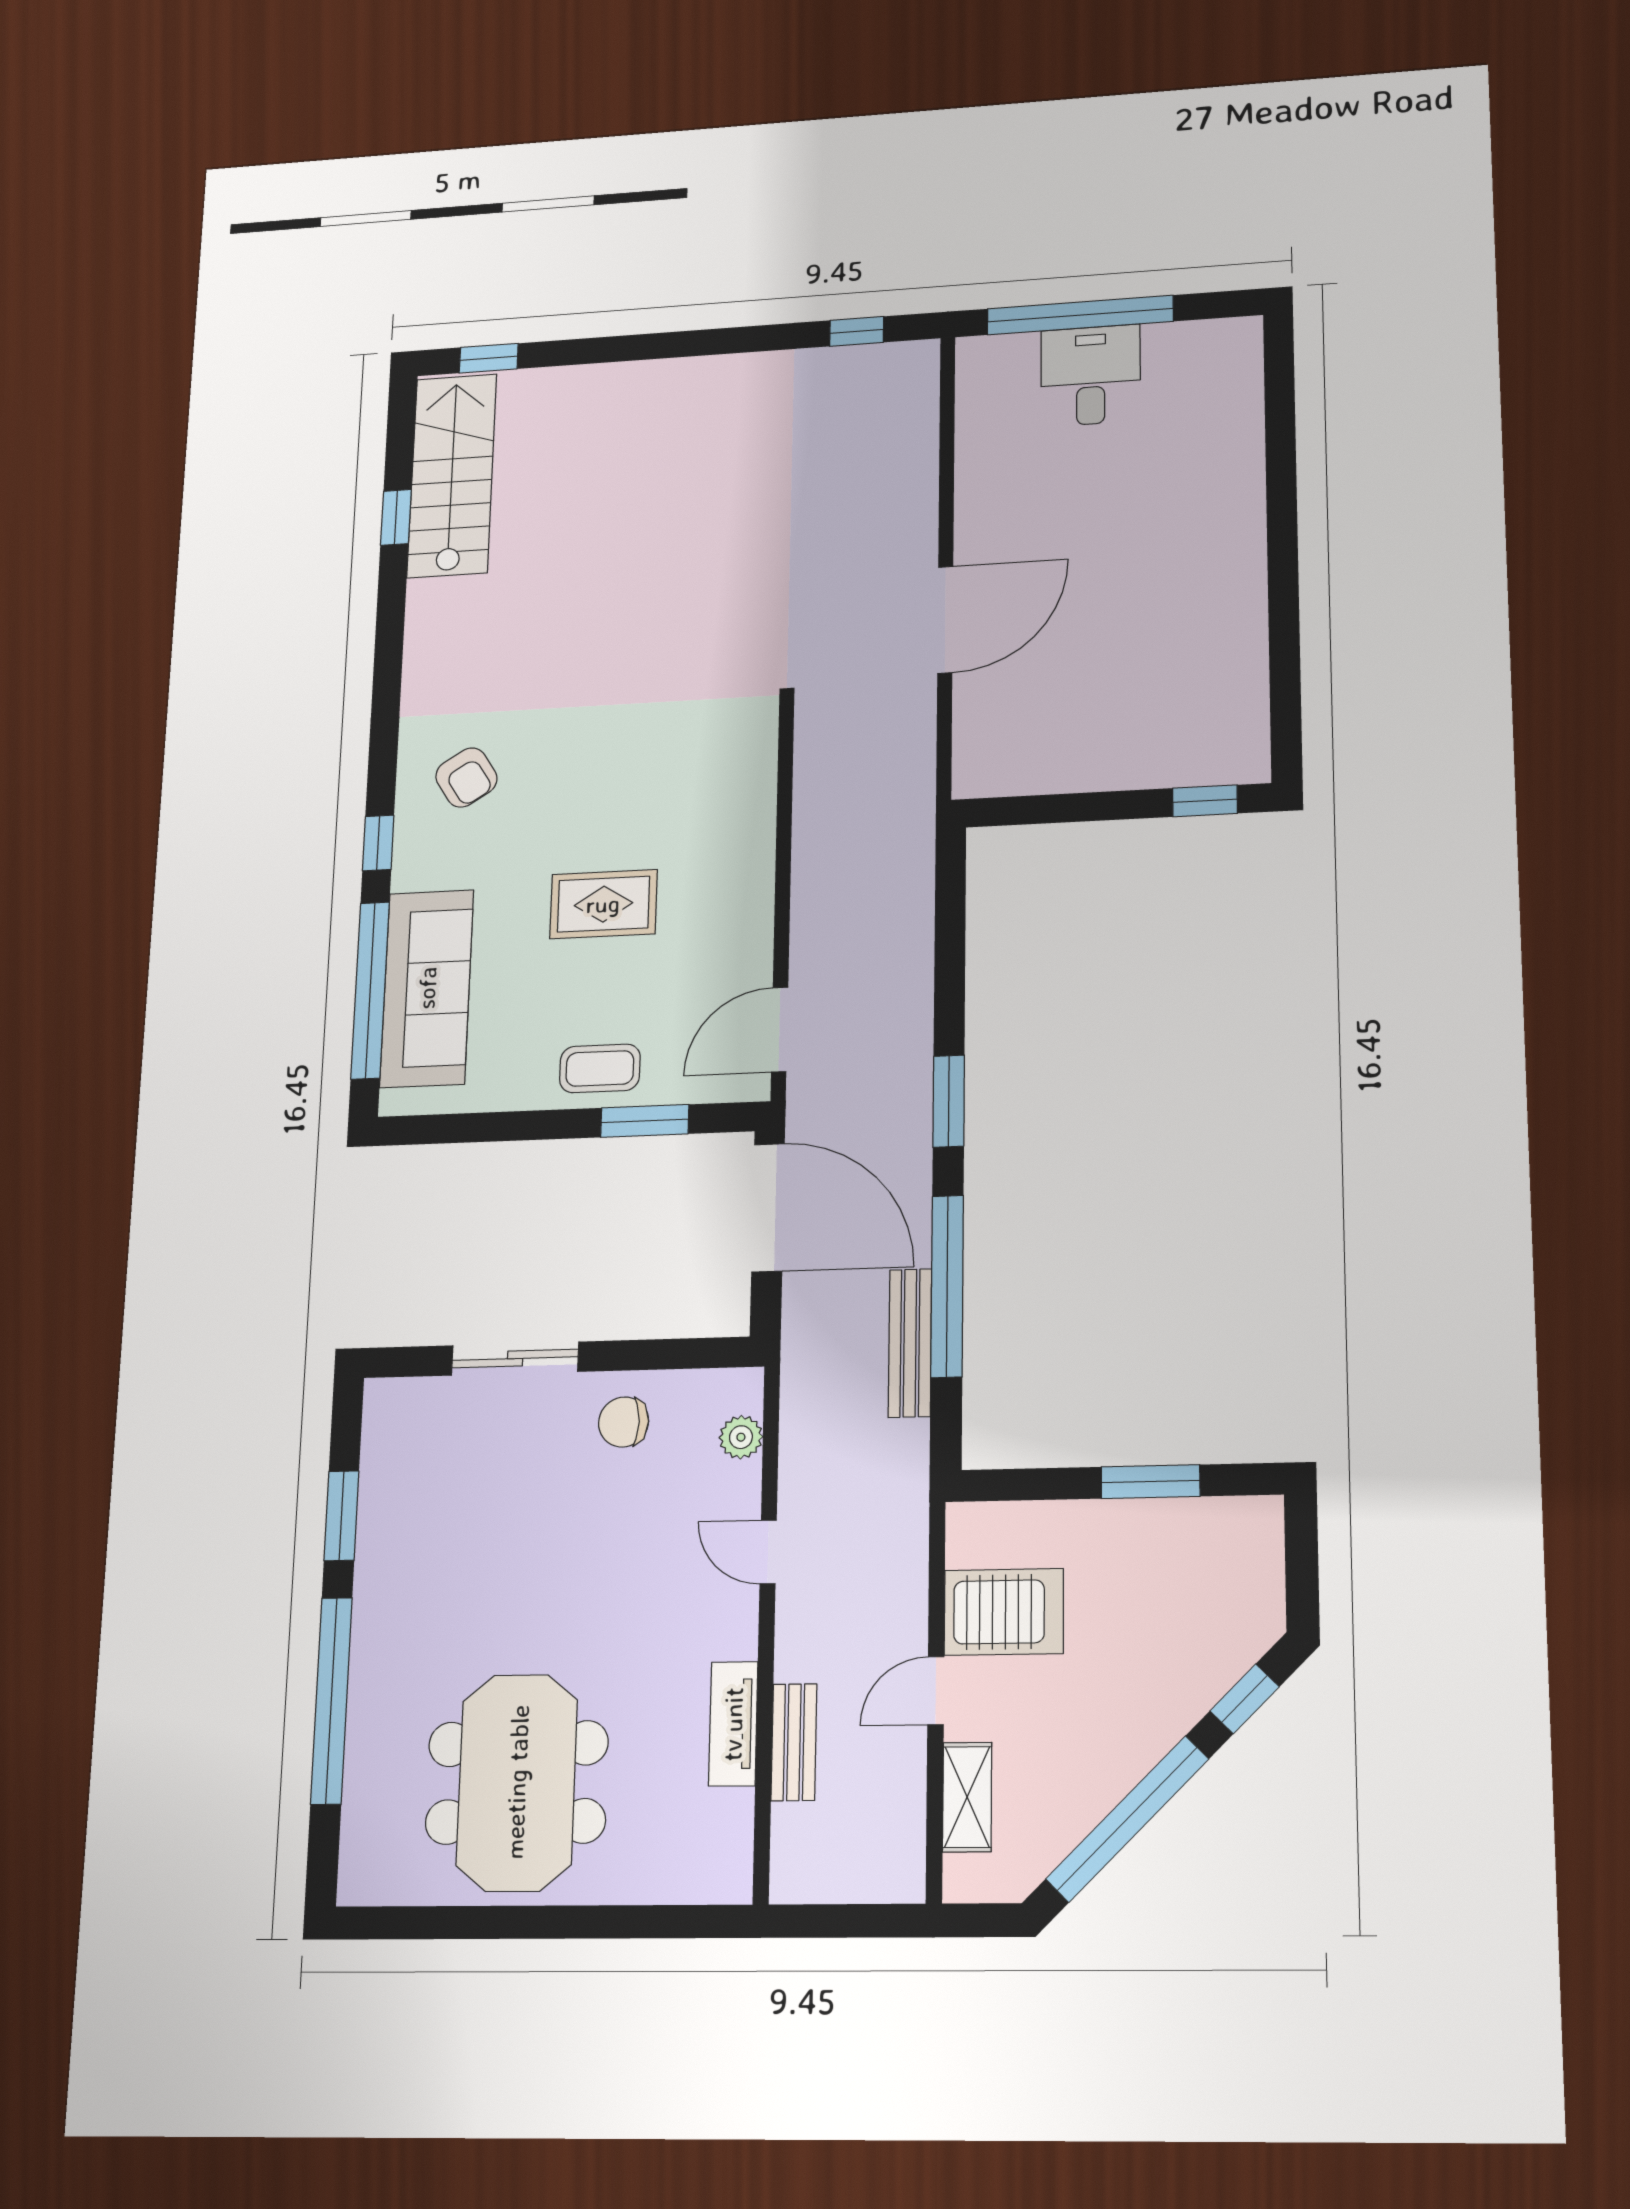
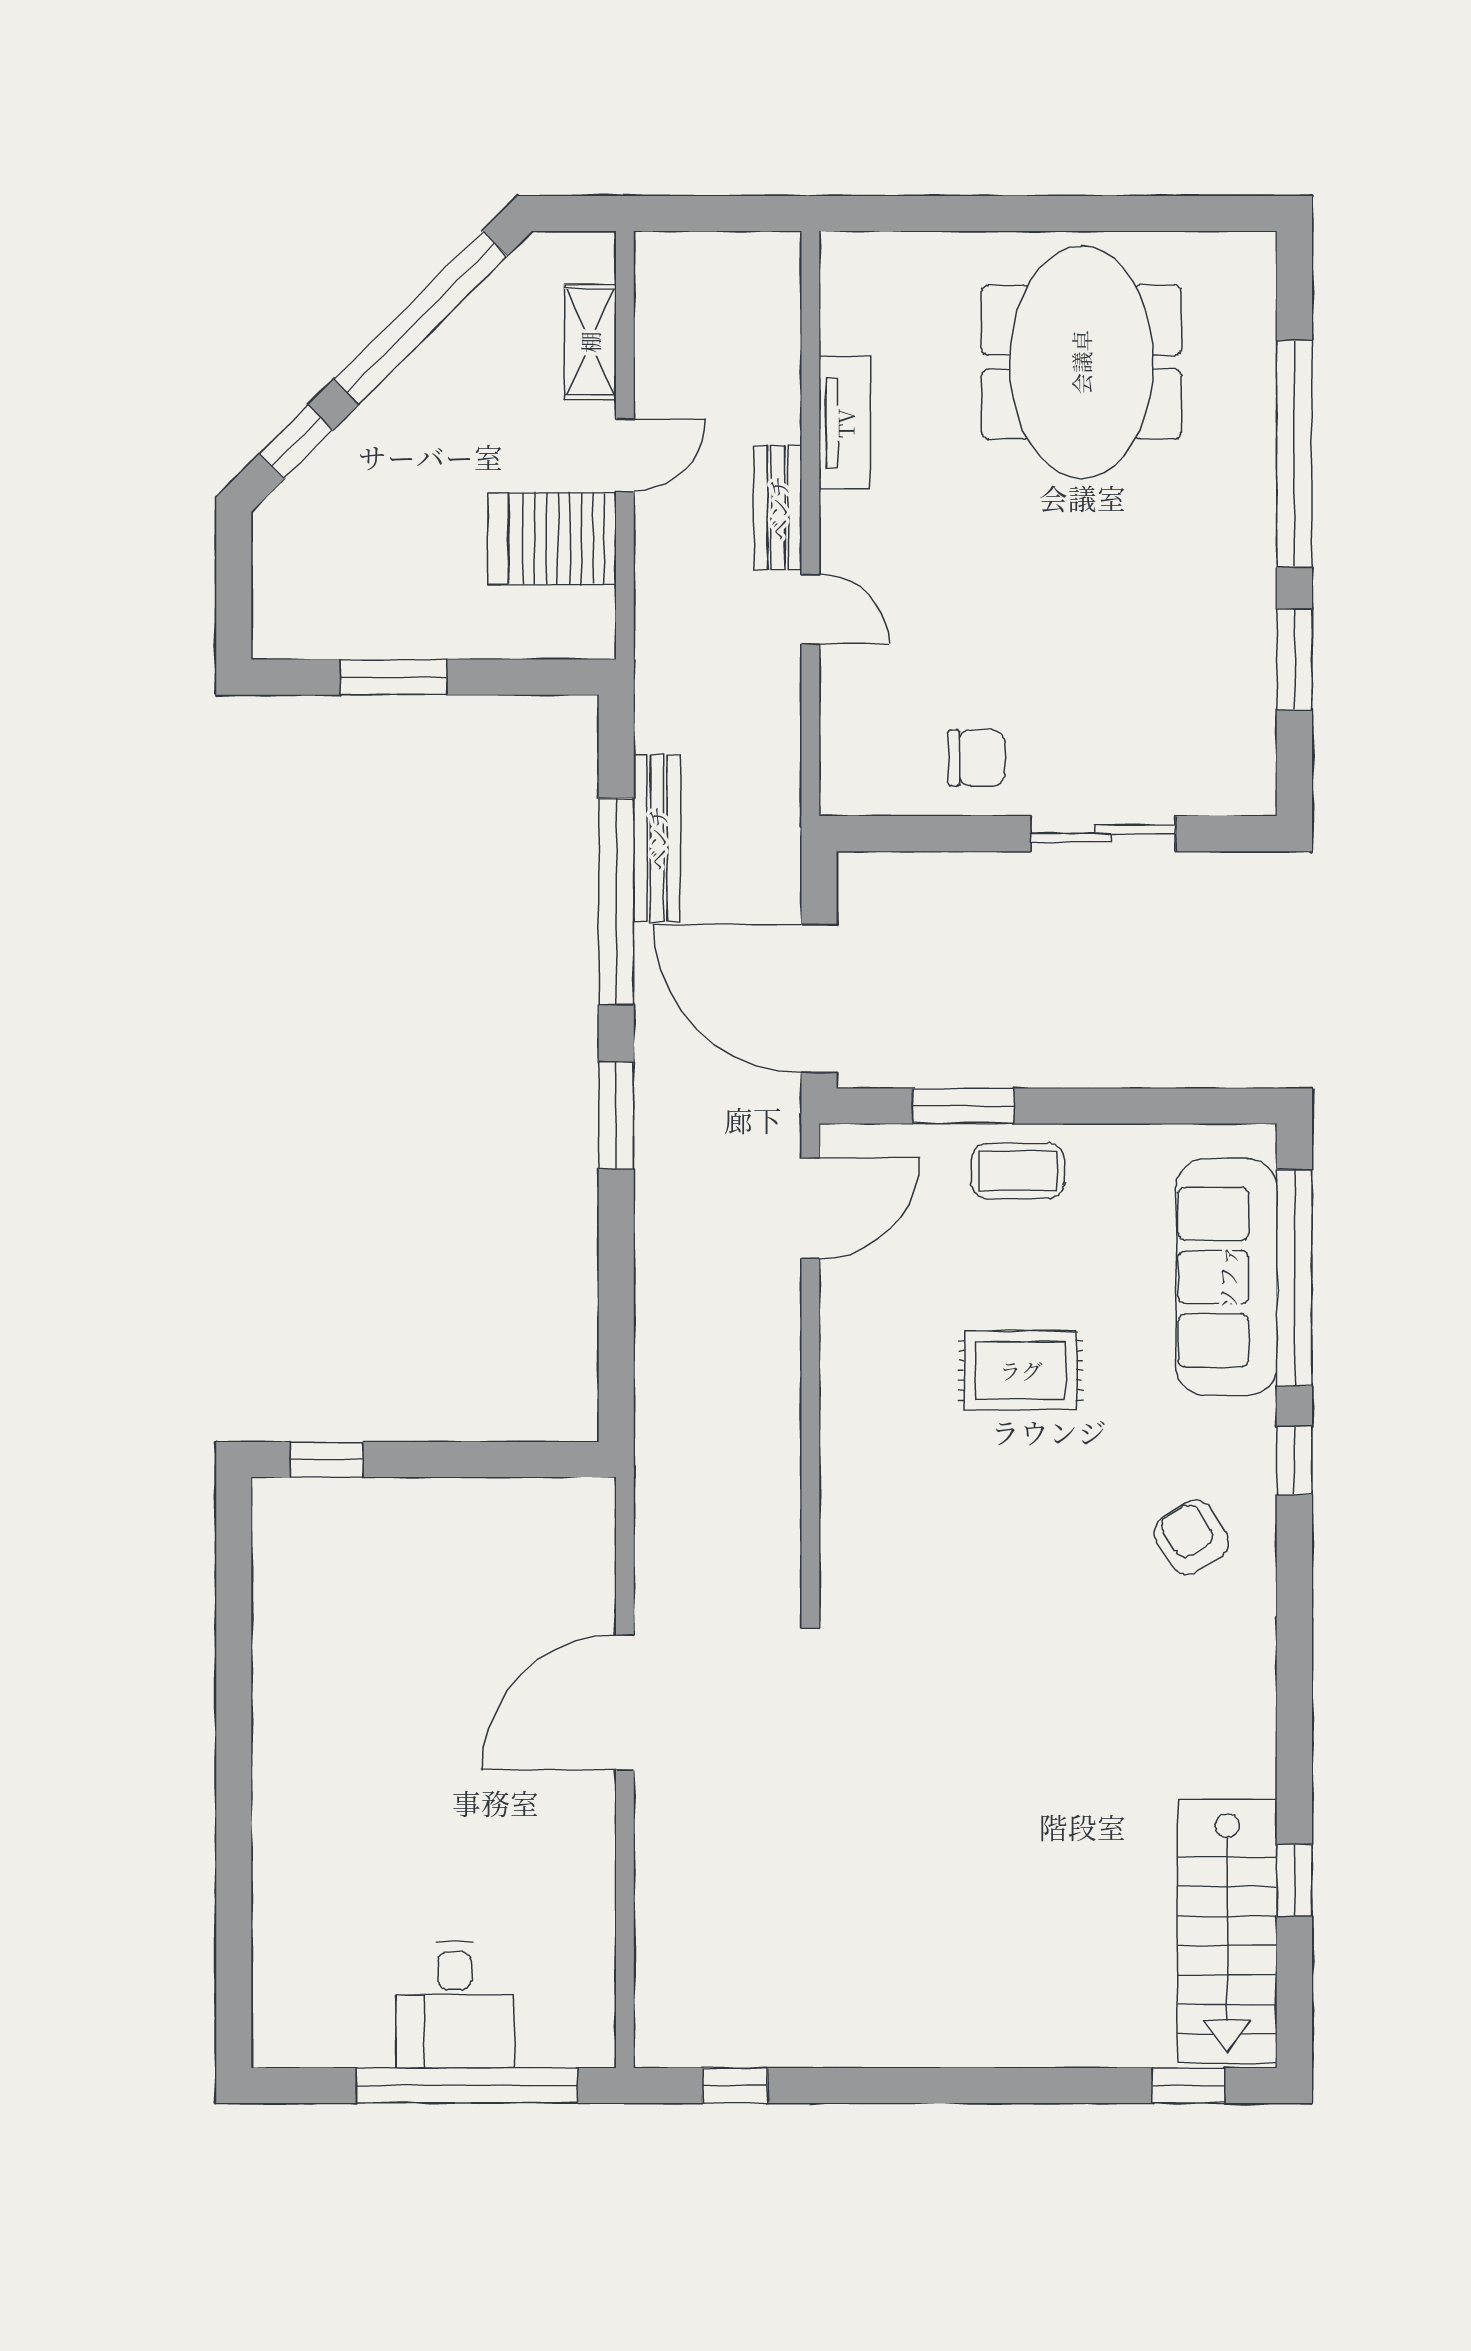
plant: (741, 1437) -> (844, 737), removed
bench: (794, 1742) -> (778, 508), moved

